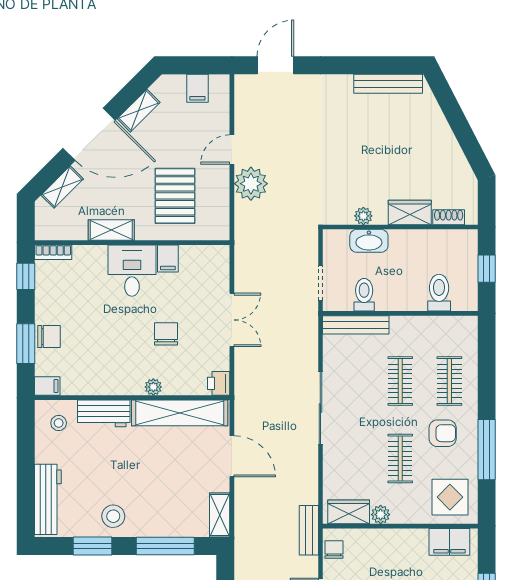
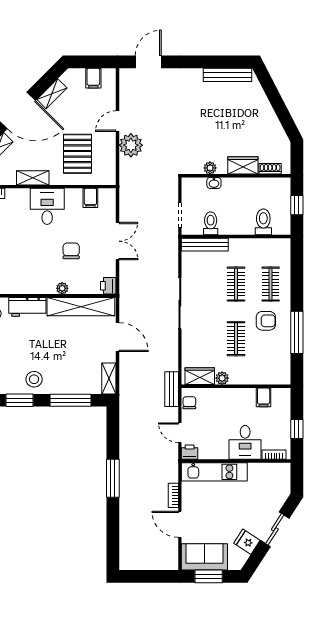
washbasin: (369, 241) -> (214, 183), width x0.52, depth x0.69
filing cabinet: (168, 258) -> (90, 198), moved
display table: (450, 497) -> (271, 366), removed
filing cabinet: (449, 542) -> (264, 397), width x0.50

